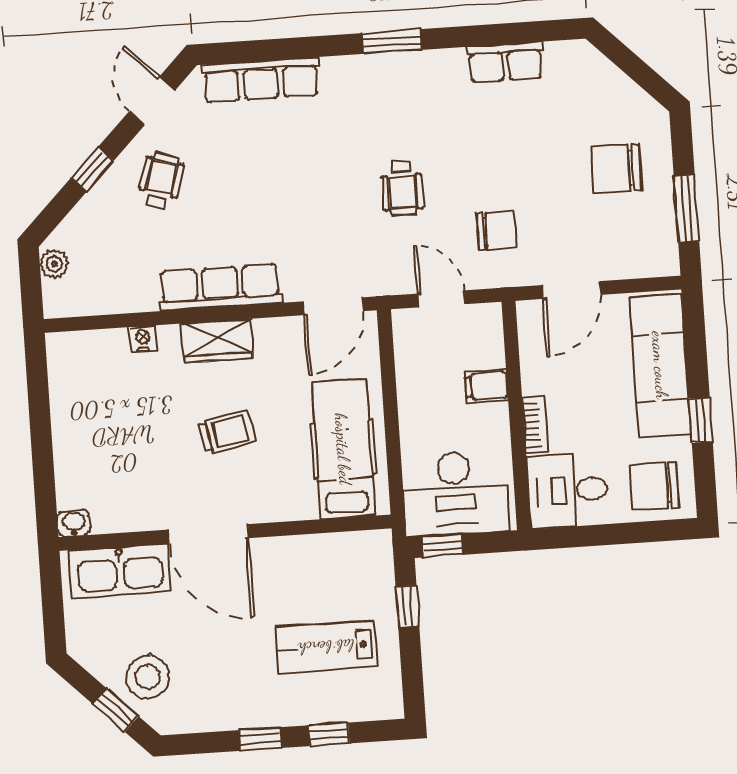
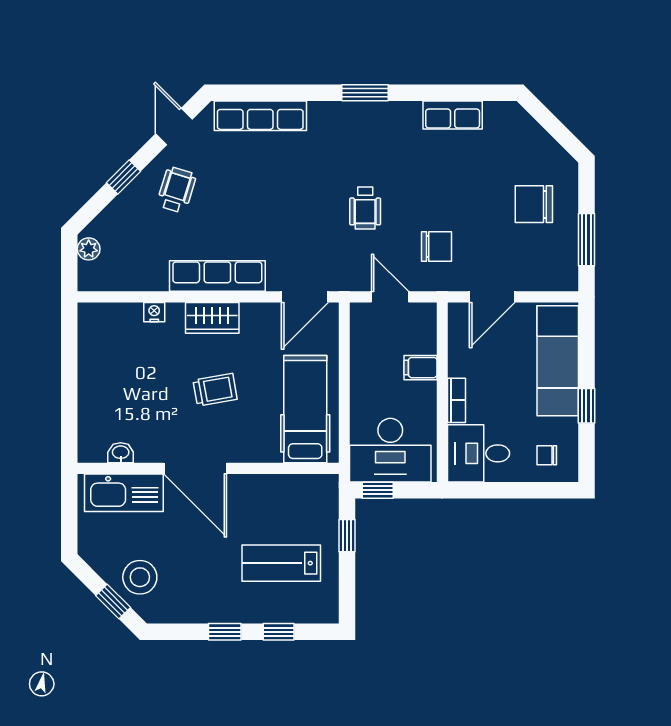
chair: (655, 487) -> (547, 455), width x0.54, depth x0.54
washbasin: (74, 523) -> (121, 453), moved

